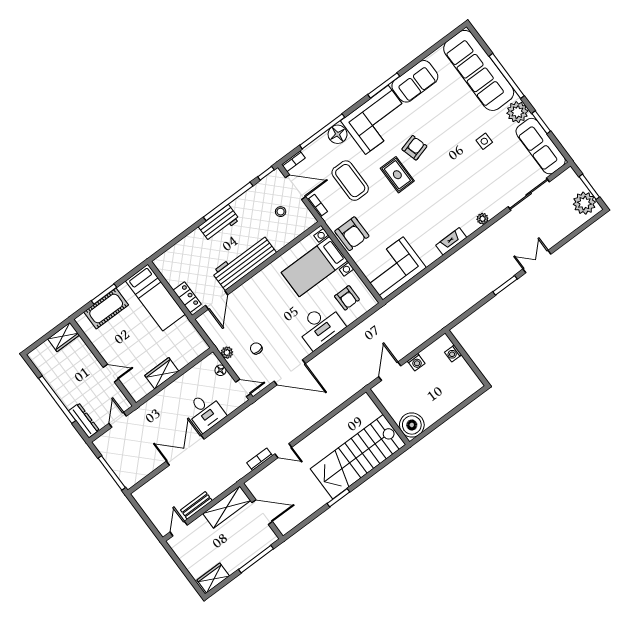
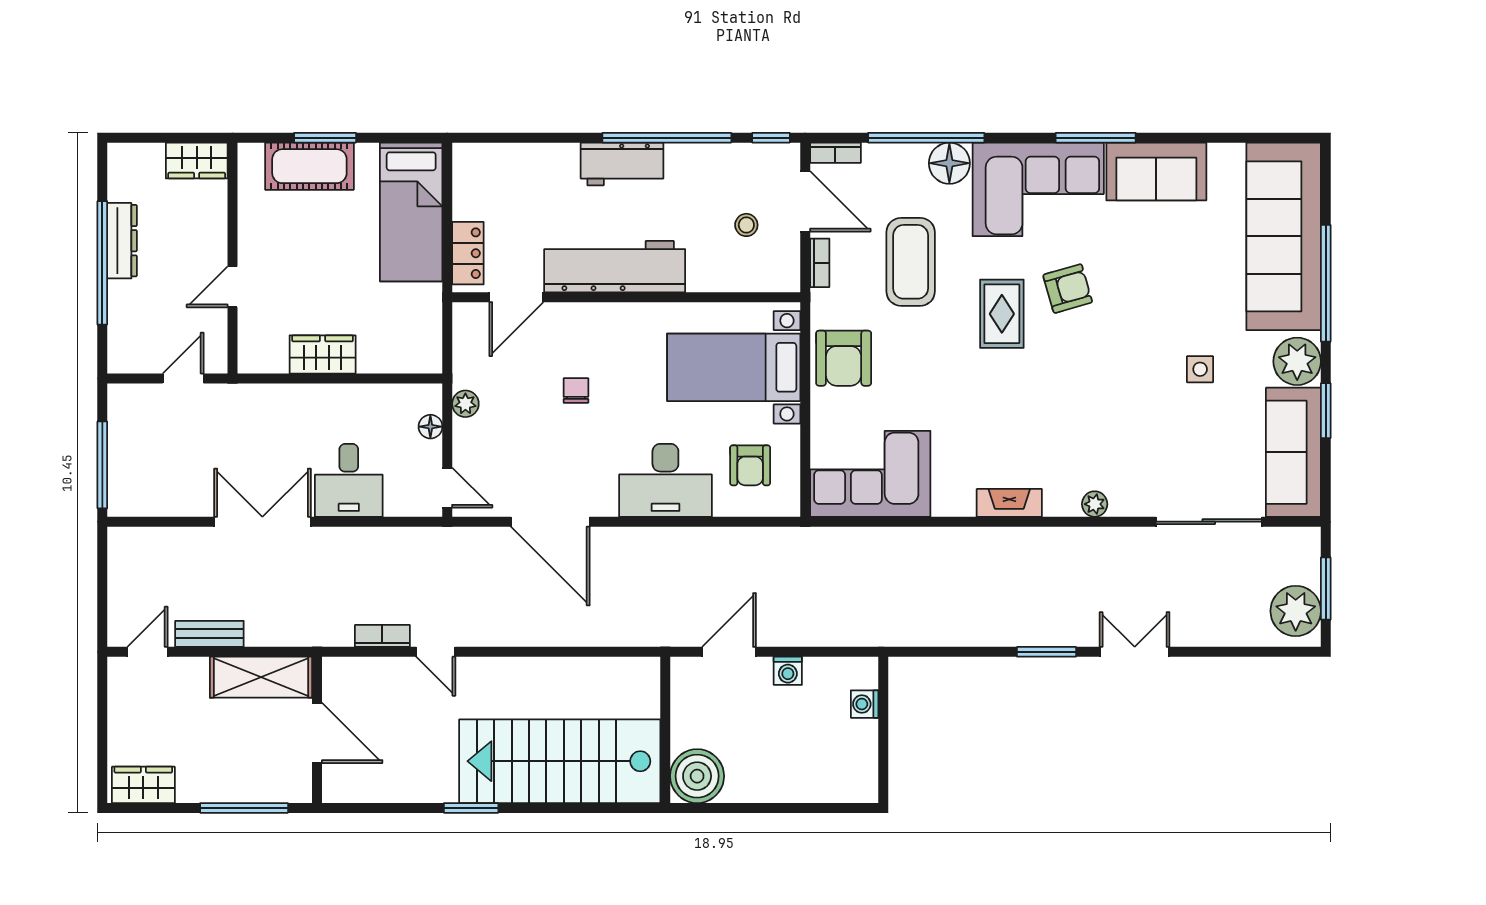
chair: (256, 348) -> (576, 391), moved
door: (111, 373) -> (232, 287), swing flipped
dresser: (84, 421) -> (122, 241), moved

